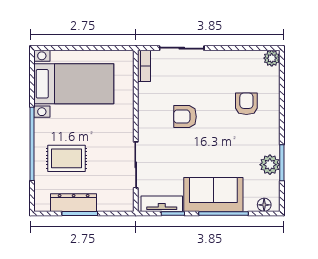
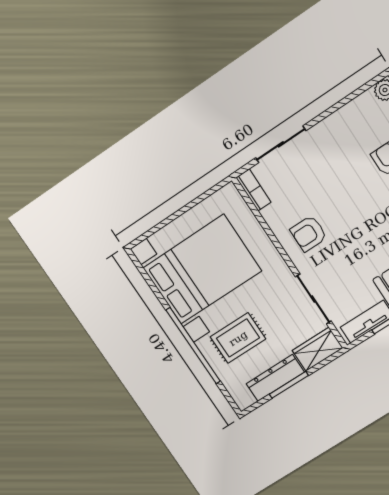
bed with nightstands: (74, 84) -> (202, 269), width x1.36
armchair: (185, 117) -> (309, 234), moved
wardrobe: (116, 201) -> (317, 349), added

